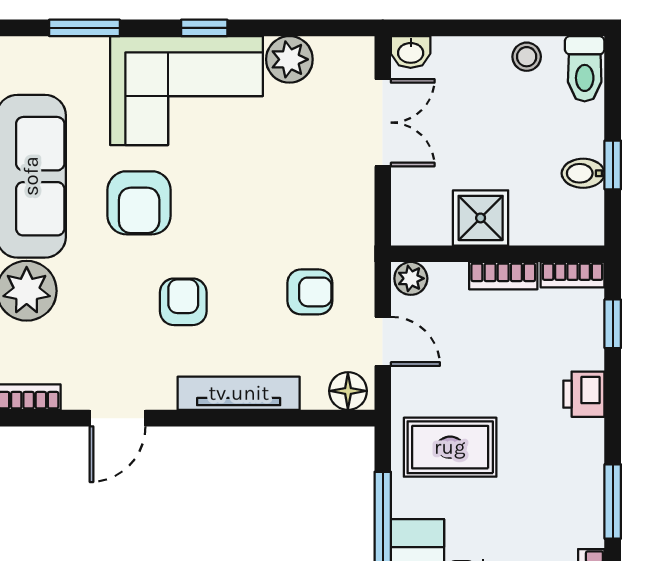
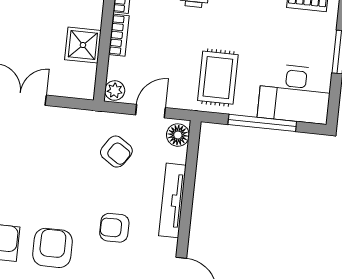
armchair: (139, 203) -> (52, 248), turned -90
armchair: (310, 292) -> (116, 152), turned 124

